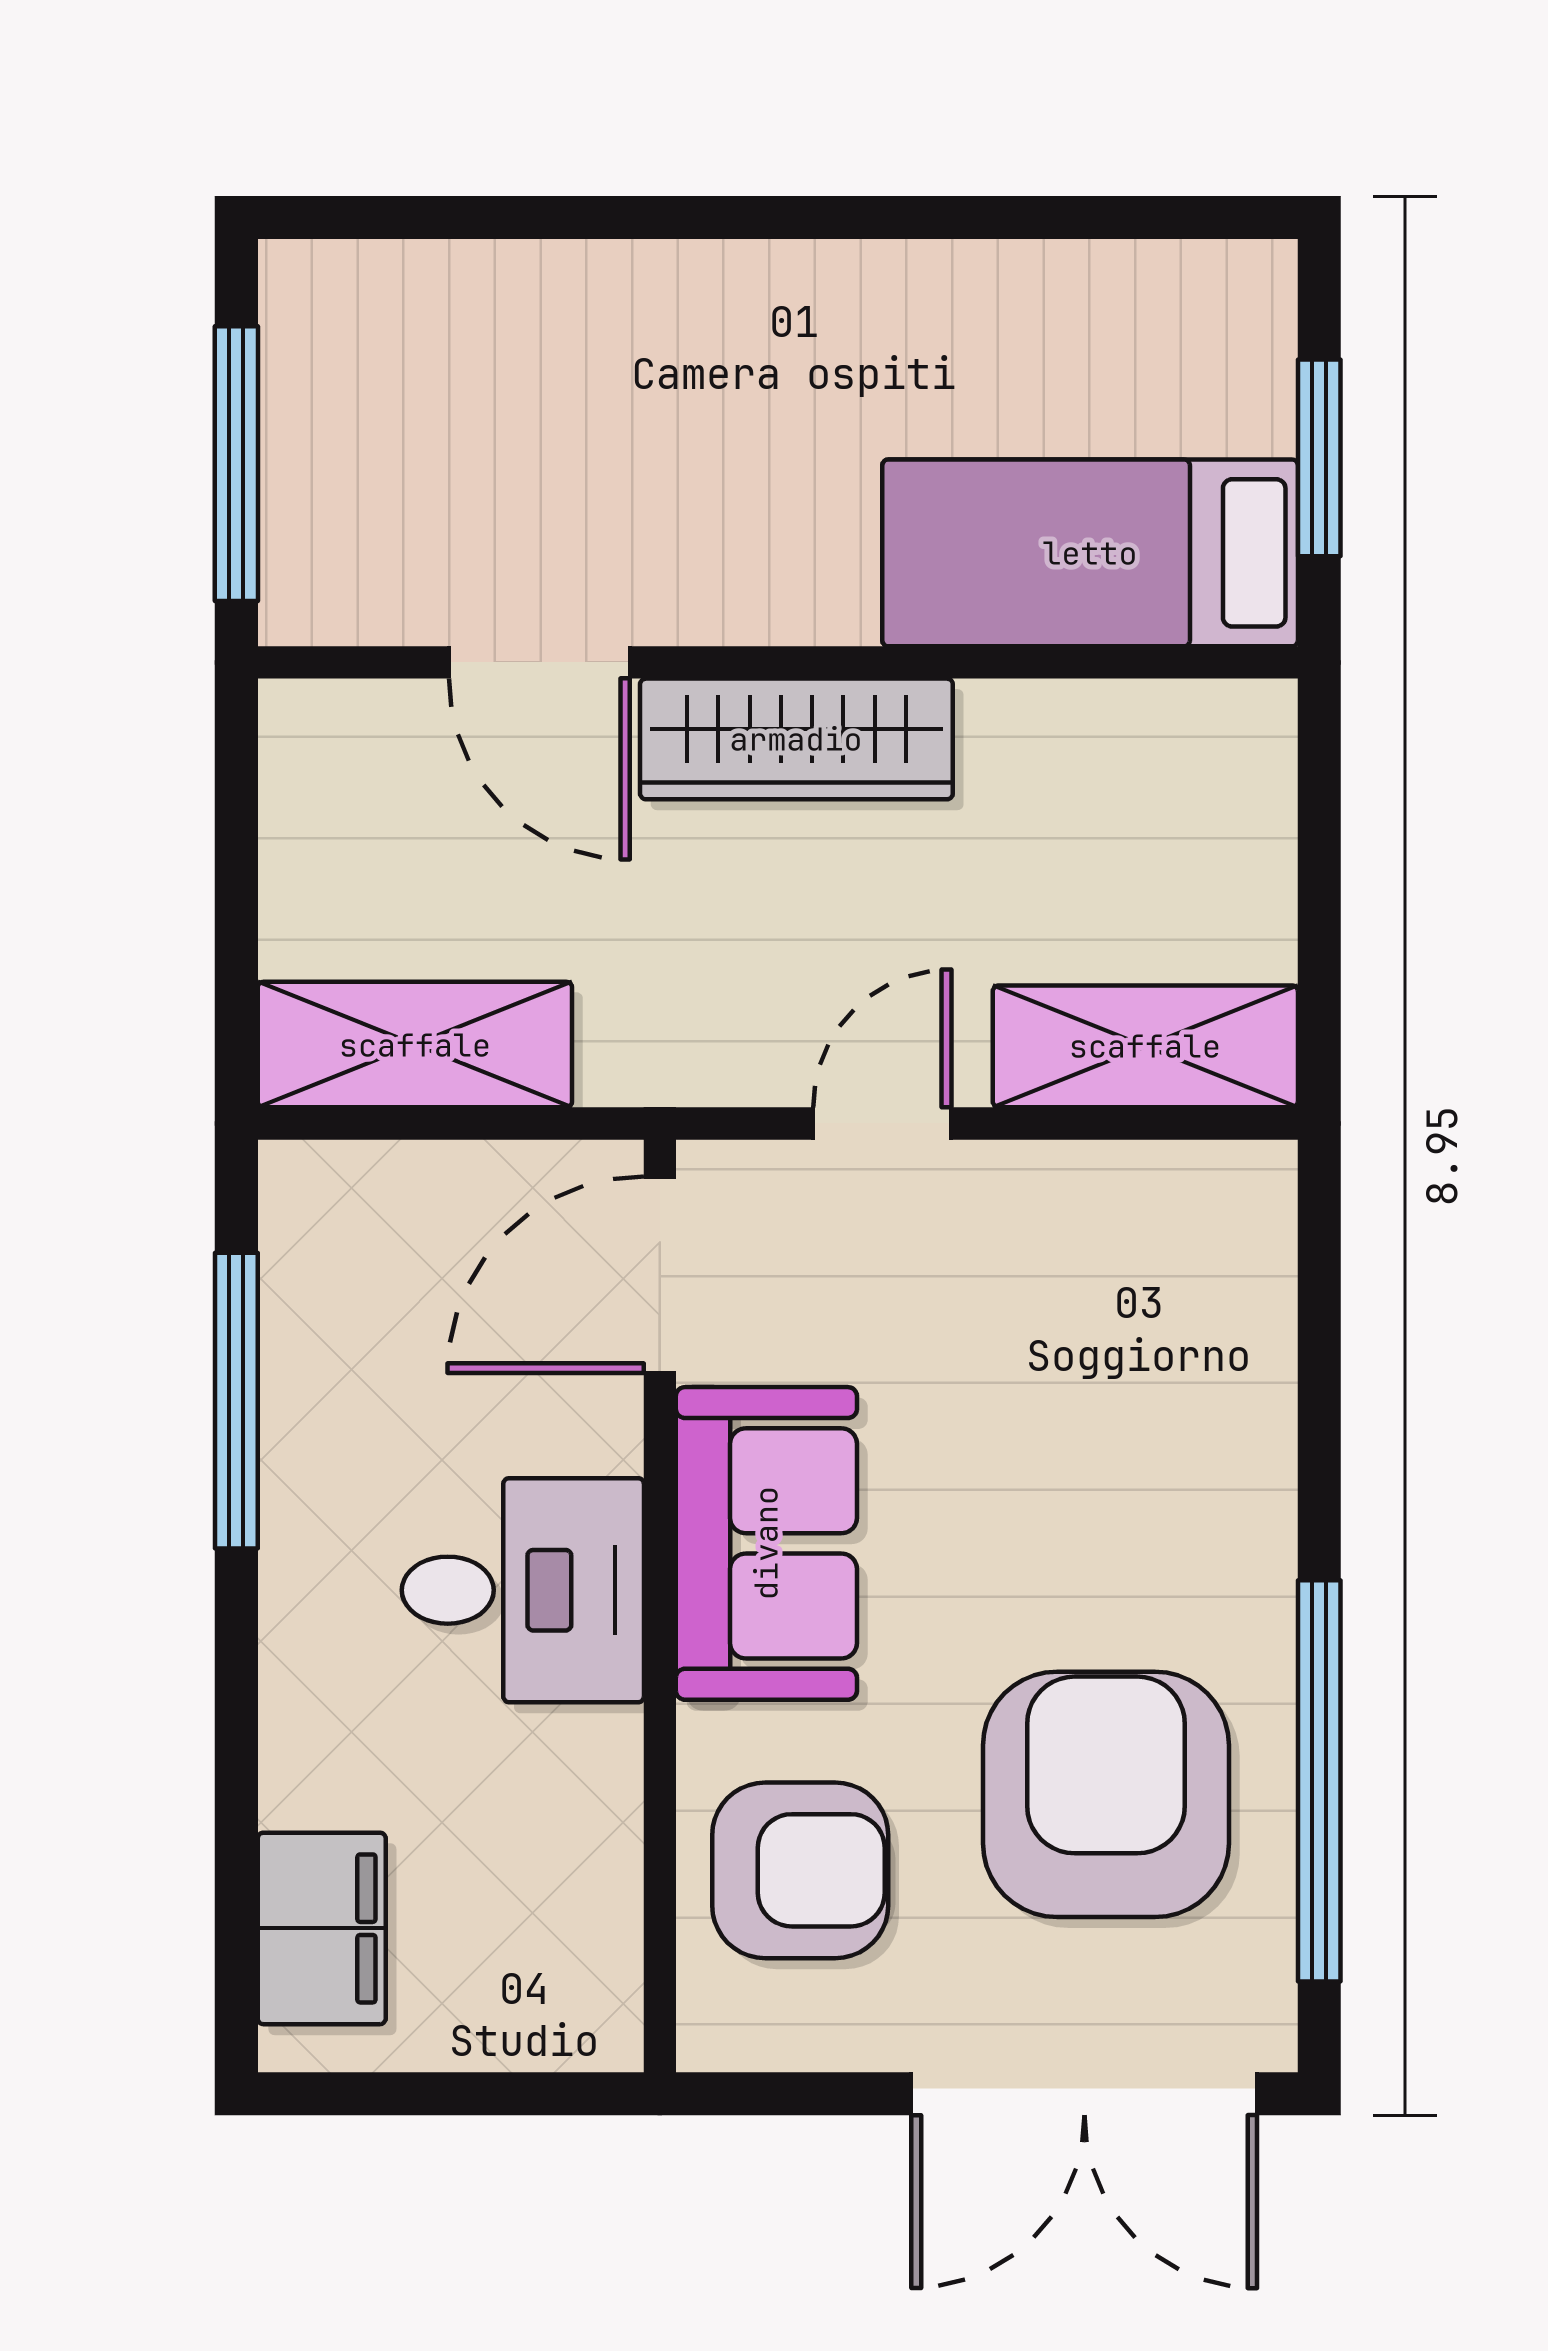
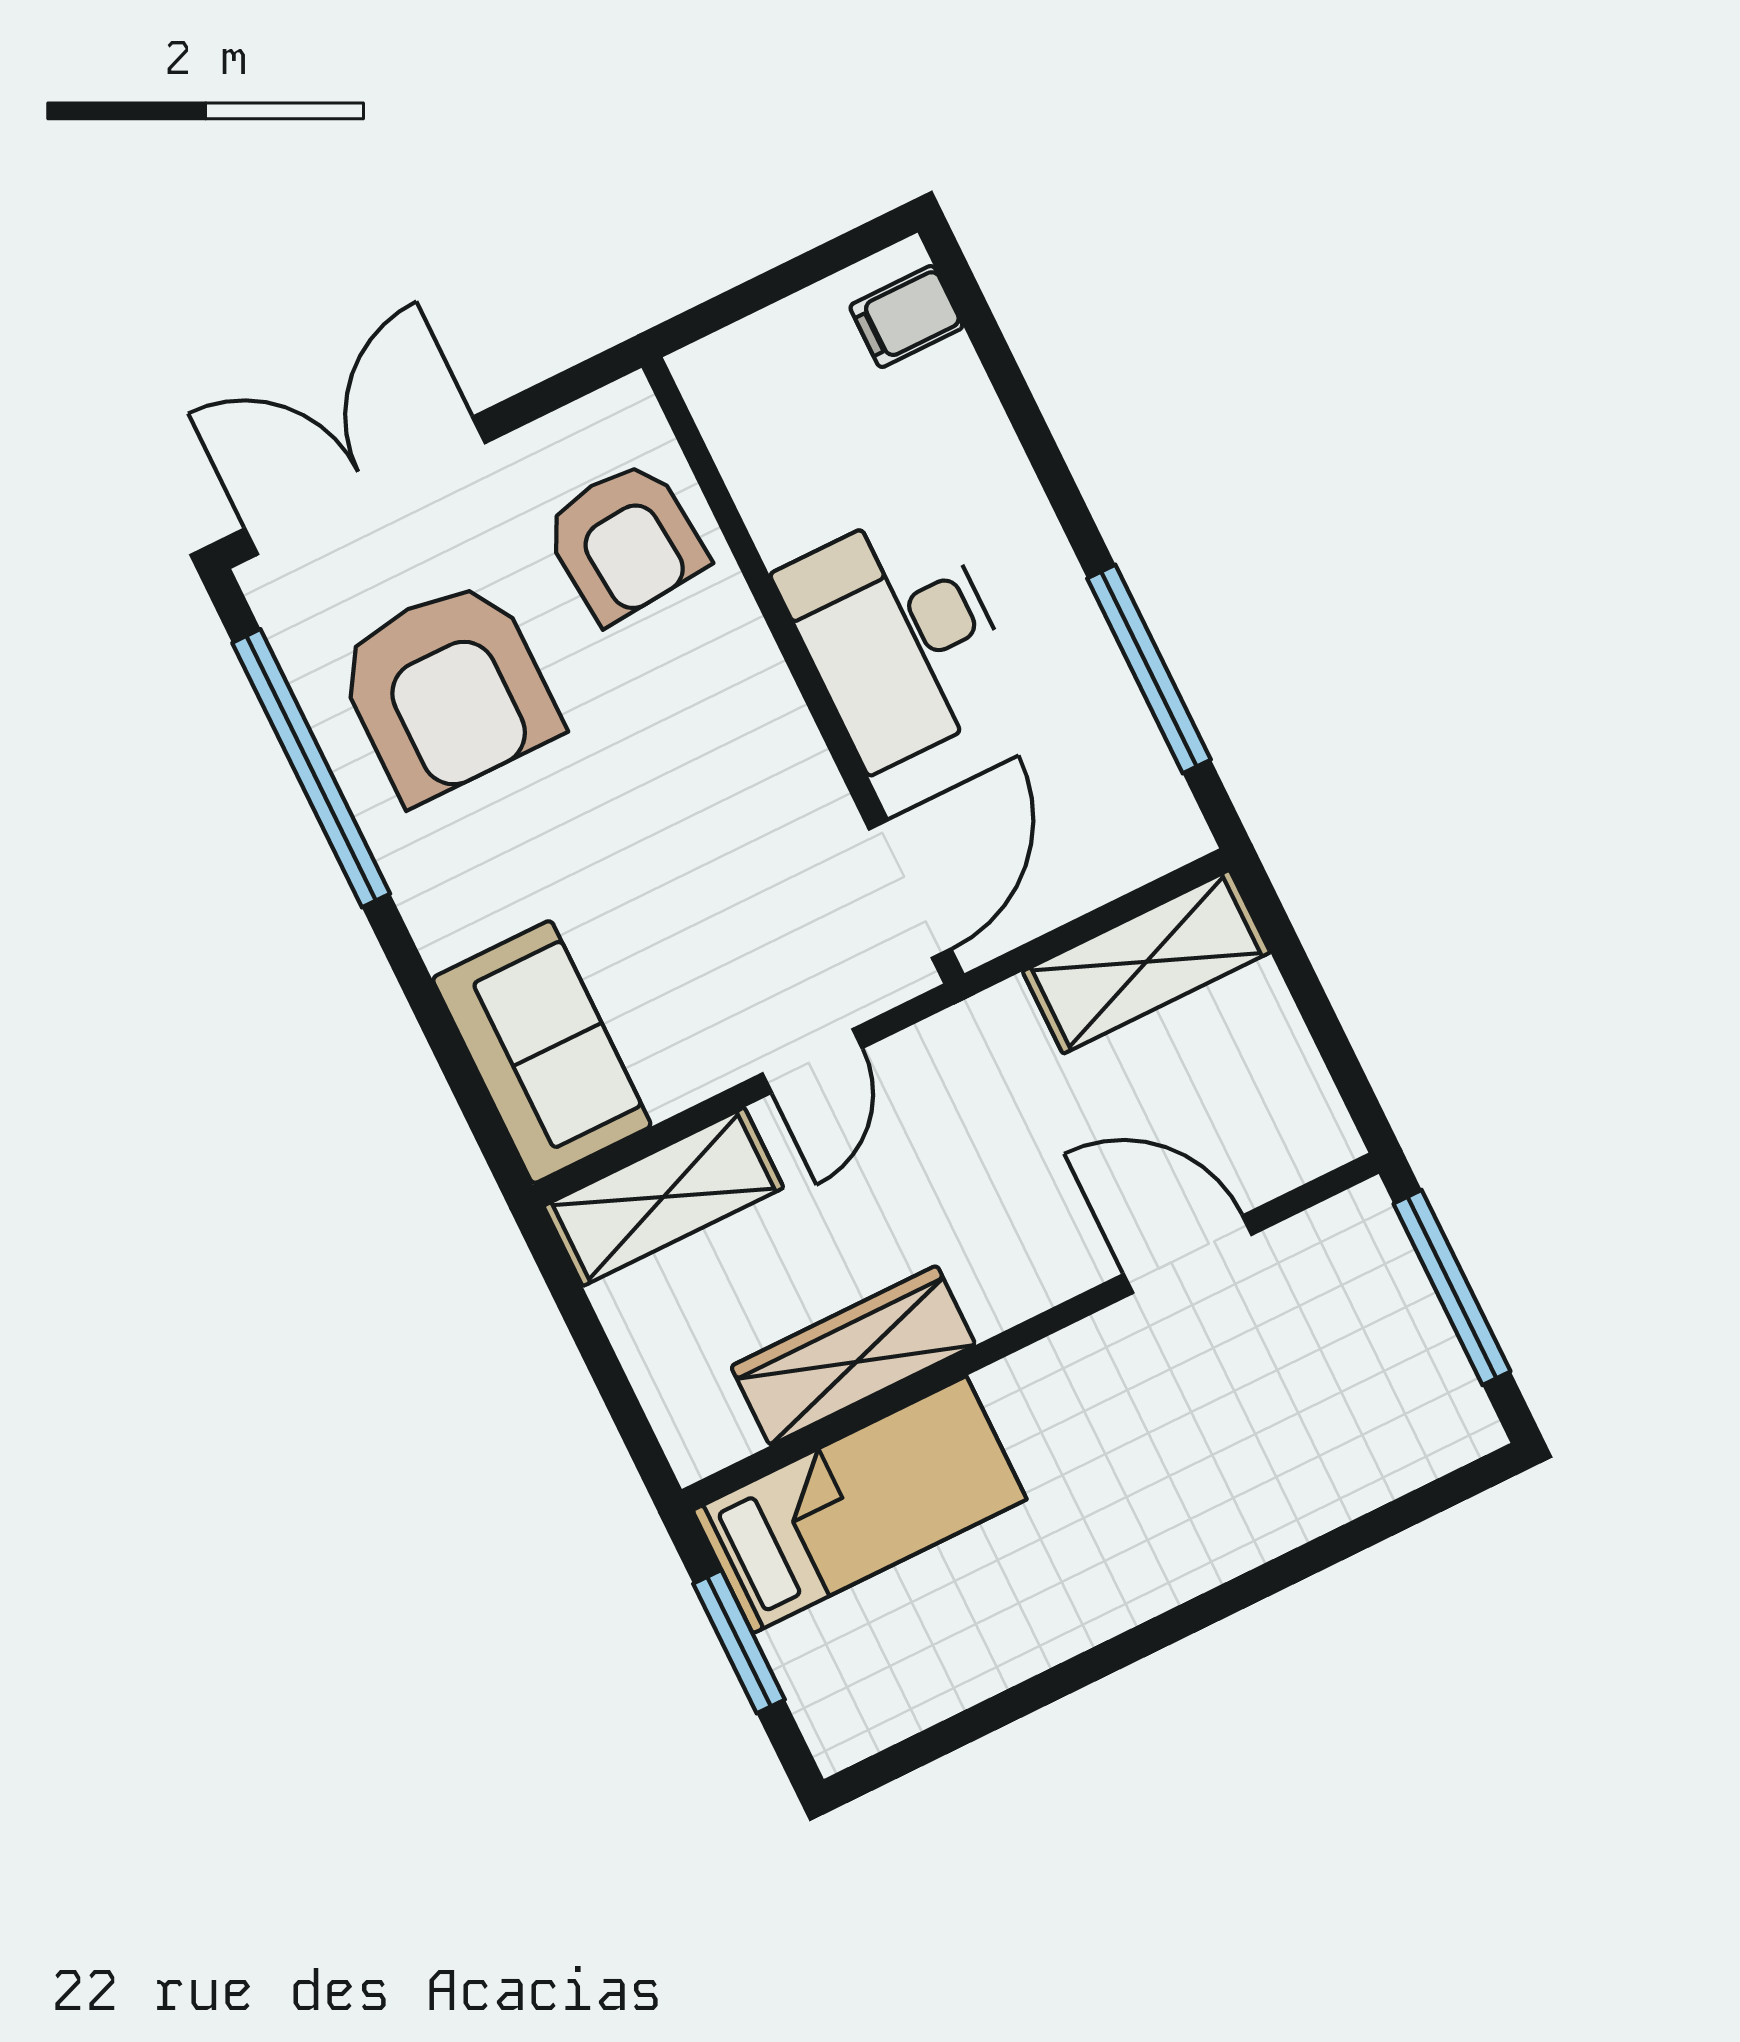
wardrobe: (796, 739) -> (853, 1356), moved
sofa: (766, 1543) -> (542, 1052), moved, turned 180
desk: (523, 1590) -> (899, 636), width x1.37
armchair: (800, 1870) -> (625, 541), turned -95
filing cabinet: (322, 1928) -> (906, 317), width x0.50

